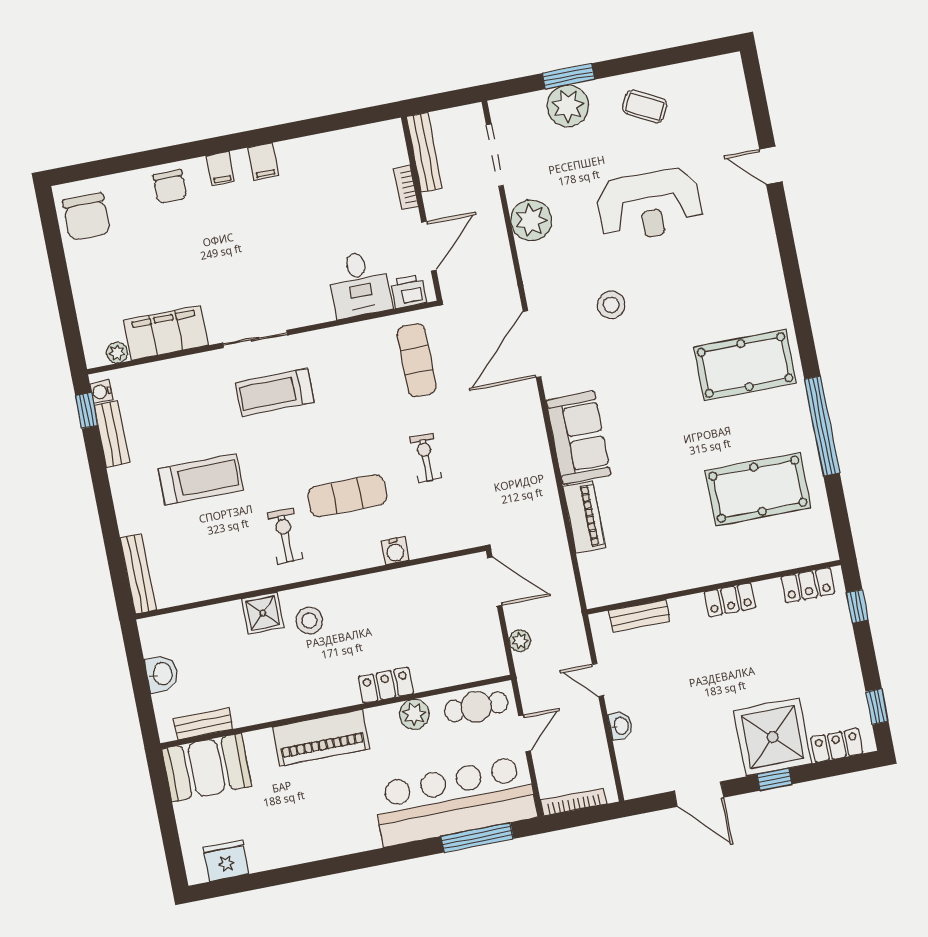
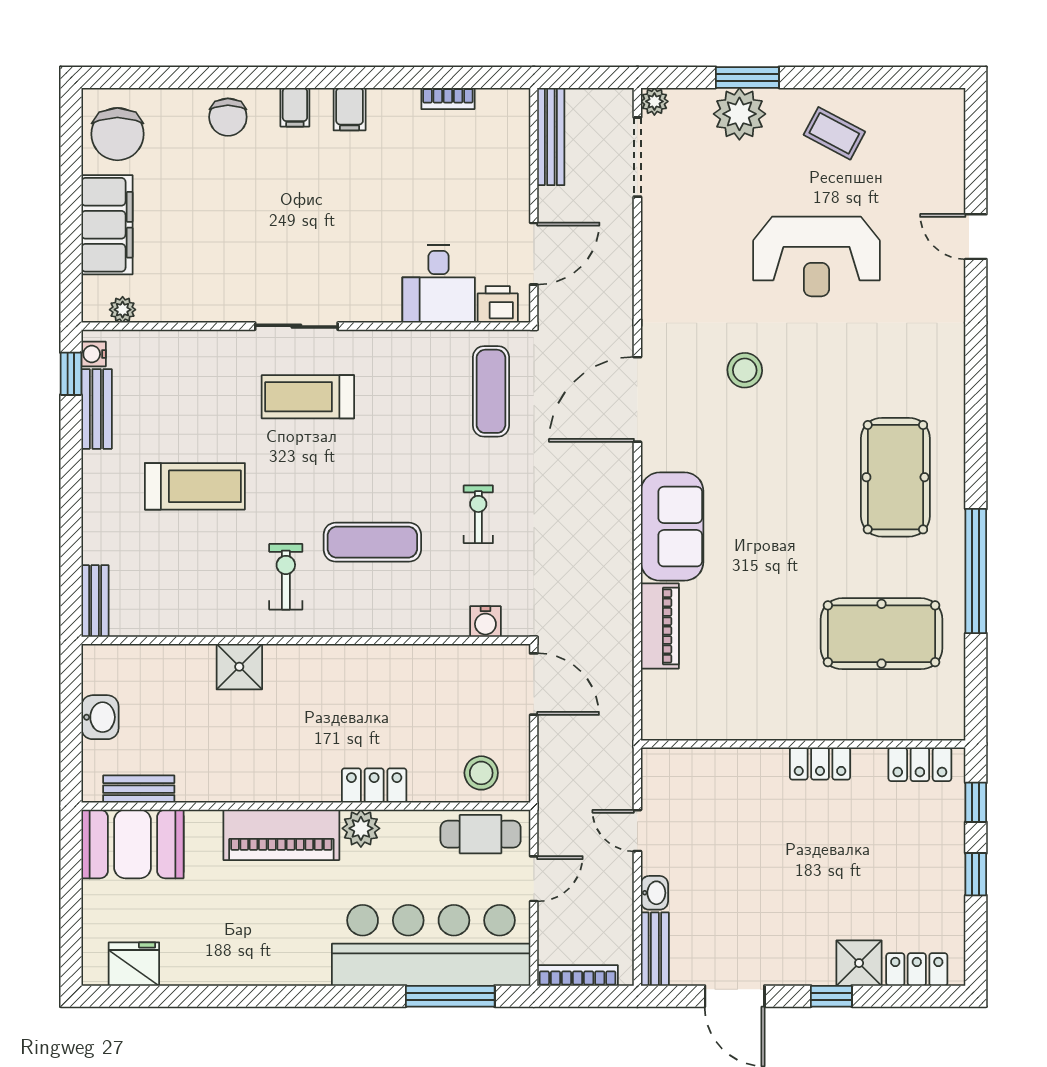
bookcase: (406, 187) -> (448, 98), moved, turned -90
plant: (531, 220) -> (654, 101), moved, width x0.53, depth x0.53
filing cabinet: (166, 333) -> (107, 225), moved, turned 90
pool table: (745, 365) -> (895, 477), turned 90
water cooler: (395, 551) -> (485, 622), moved
bench: (138, 574) -> (95, 601), width x0.73
bench: (639, 616) -> (655, 949), moved, turned 90
stool: (309, 621) -> (481, 773), moved
plant: (520, 641) -> (551, 763), removed
window: (877, 707) -> (976, 874), moved
plant: (414, 714) -> (361, 828), moved
shower: (773, 737) -> (859, 963), width x0.54, depth x0.54

